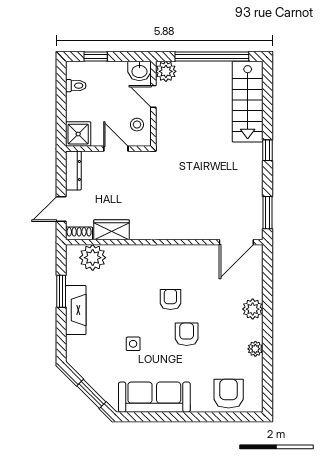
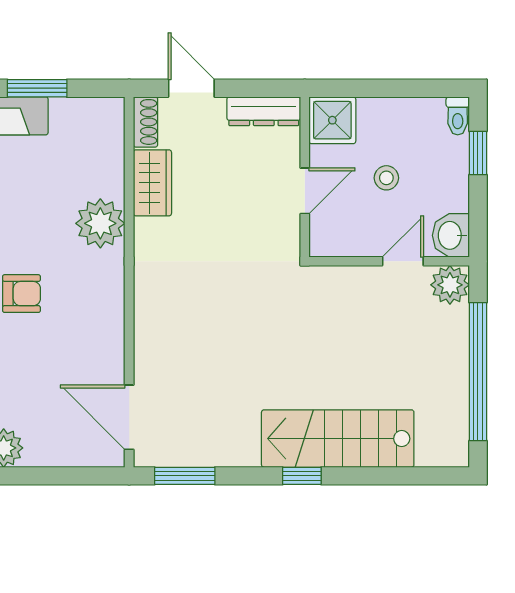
toilet: (76, 86) -> (458, 116), moved
stairs: (248, 102) -> (338, 439), moved
stool: (137, 125) -> (386, 178), moved
plant: (93, 258) -> (100, 223), moved

